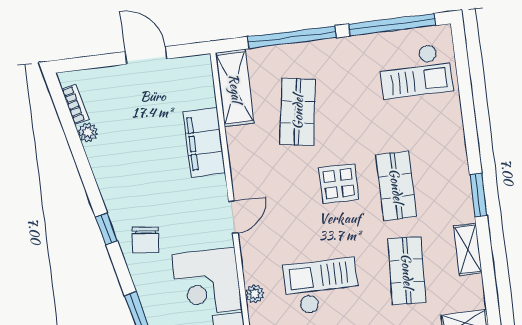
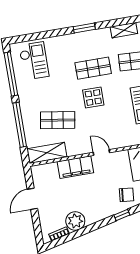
plant: (88, 132) -> (75, 221), width x1.88, depth x1.88
window: (478, 195) -> (84, 28), moved
door: (233, 217) -> (101, 153), moved

